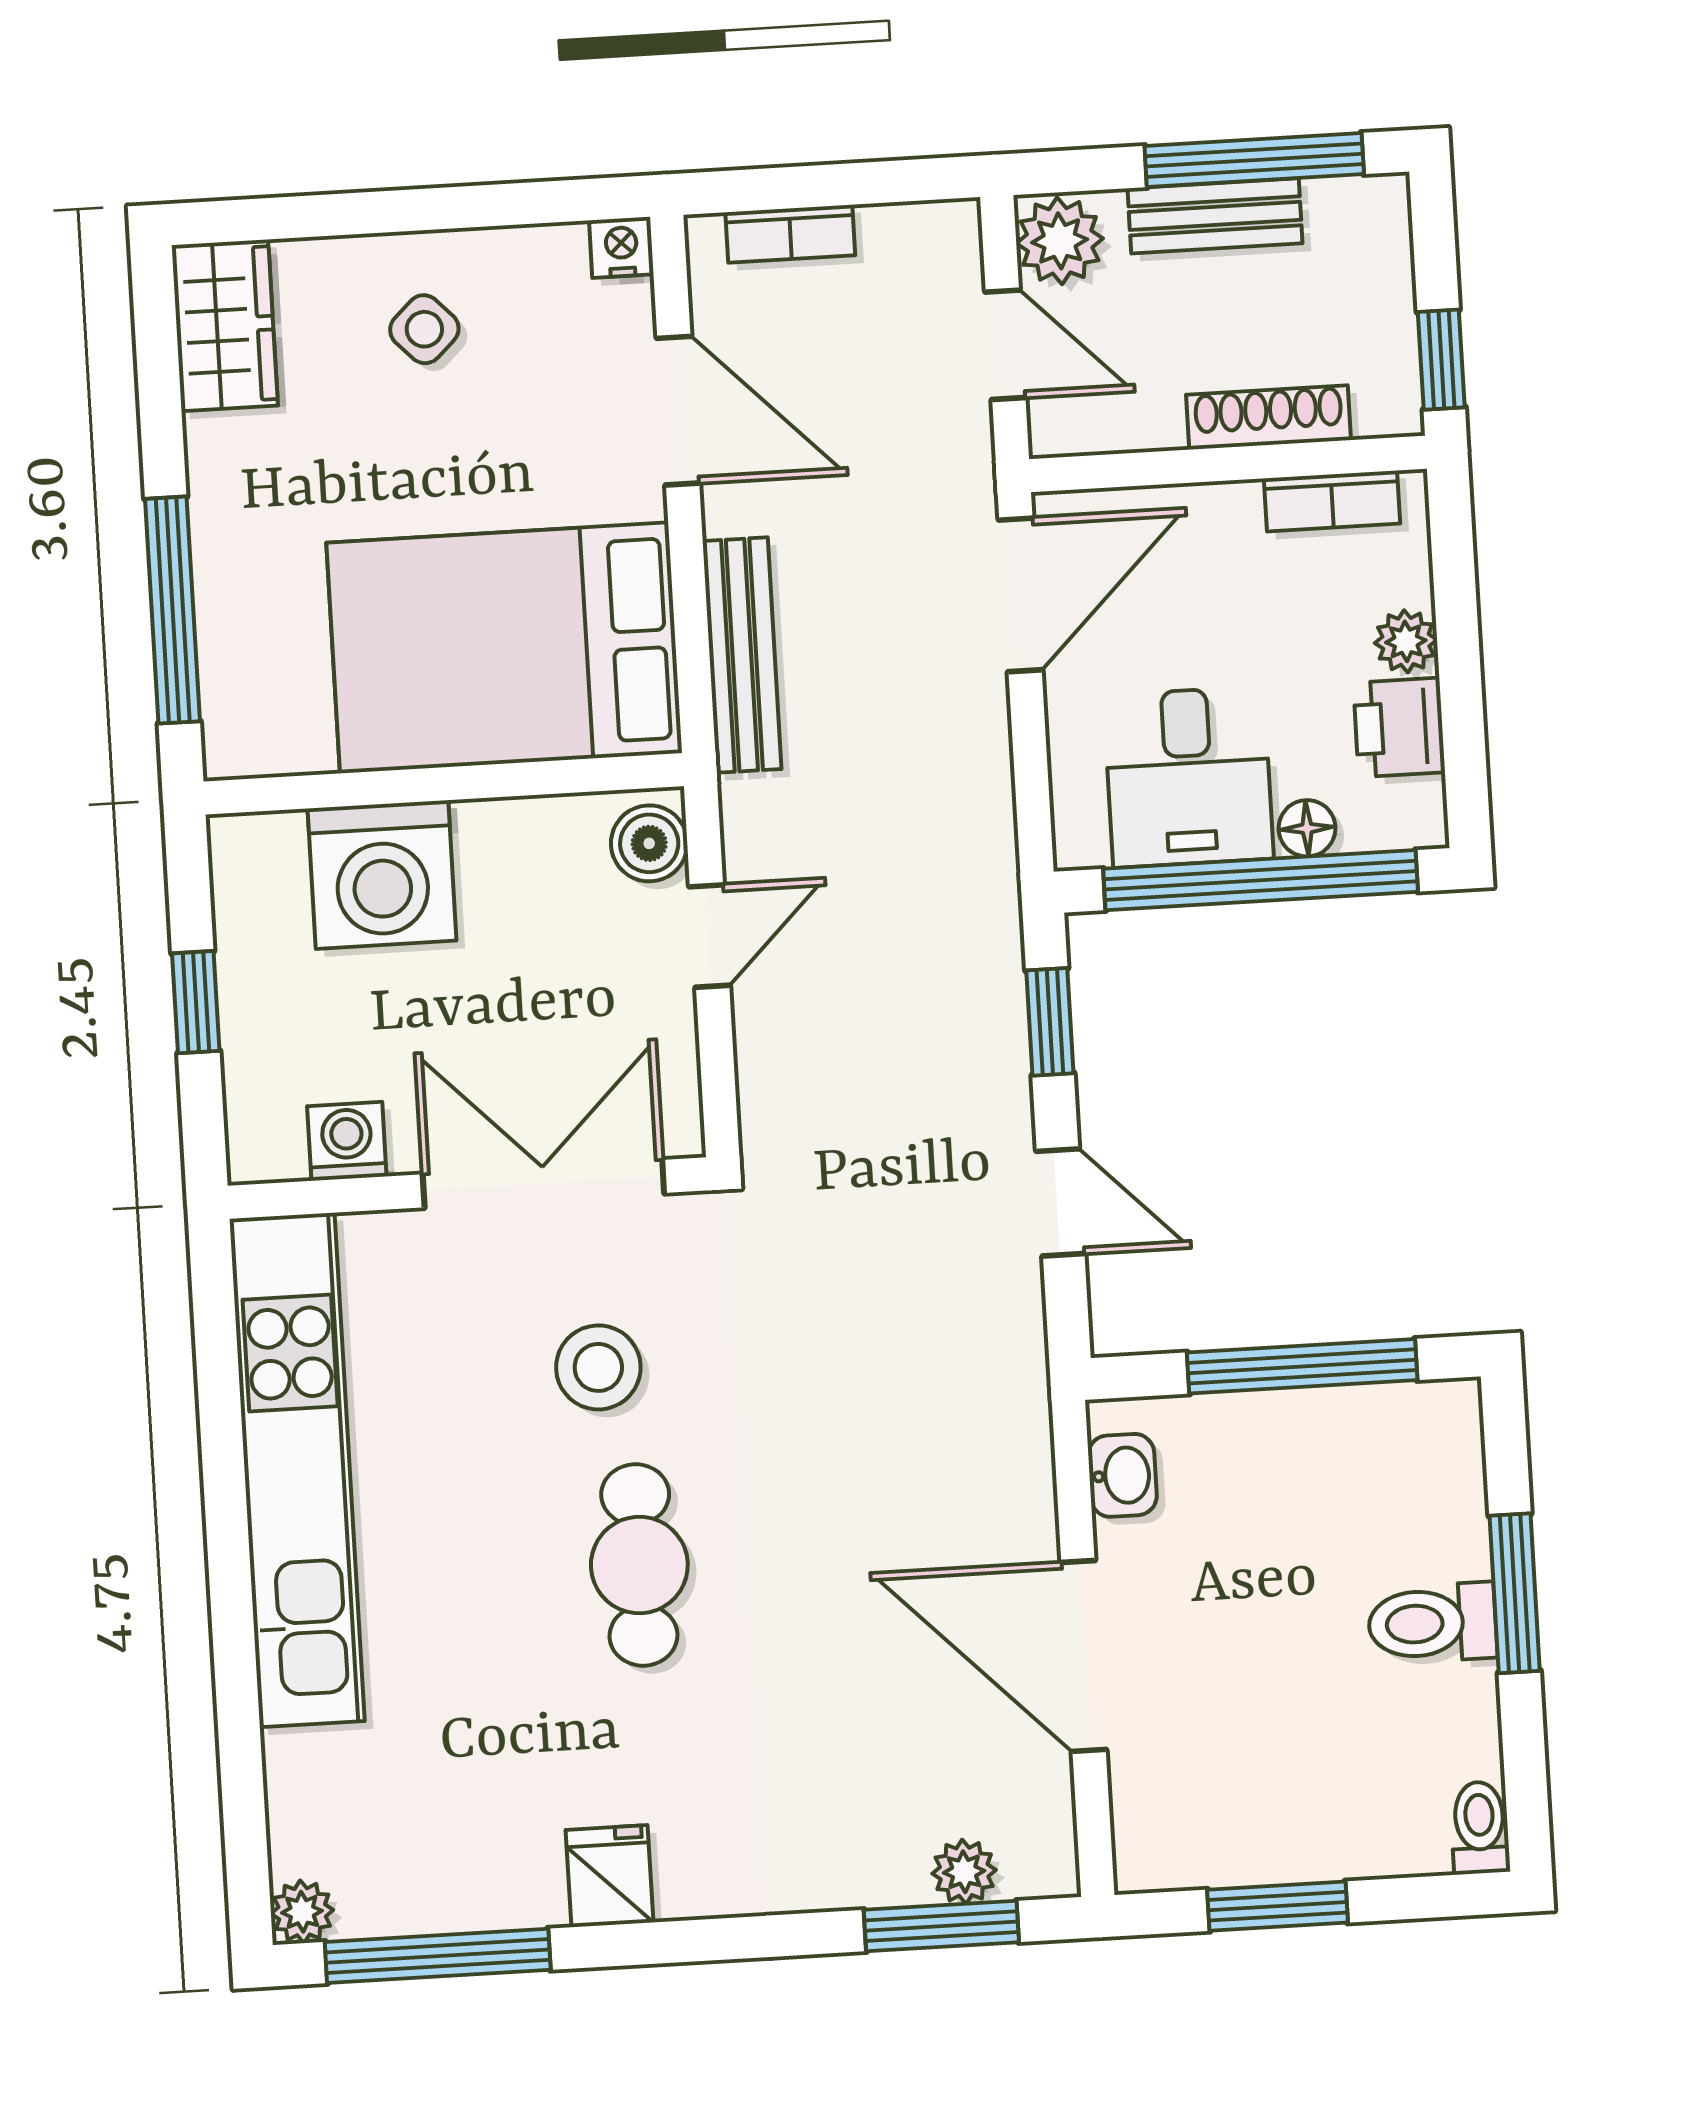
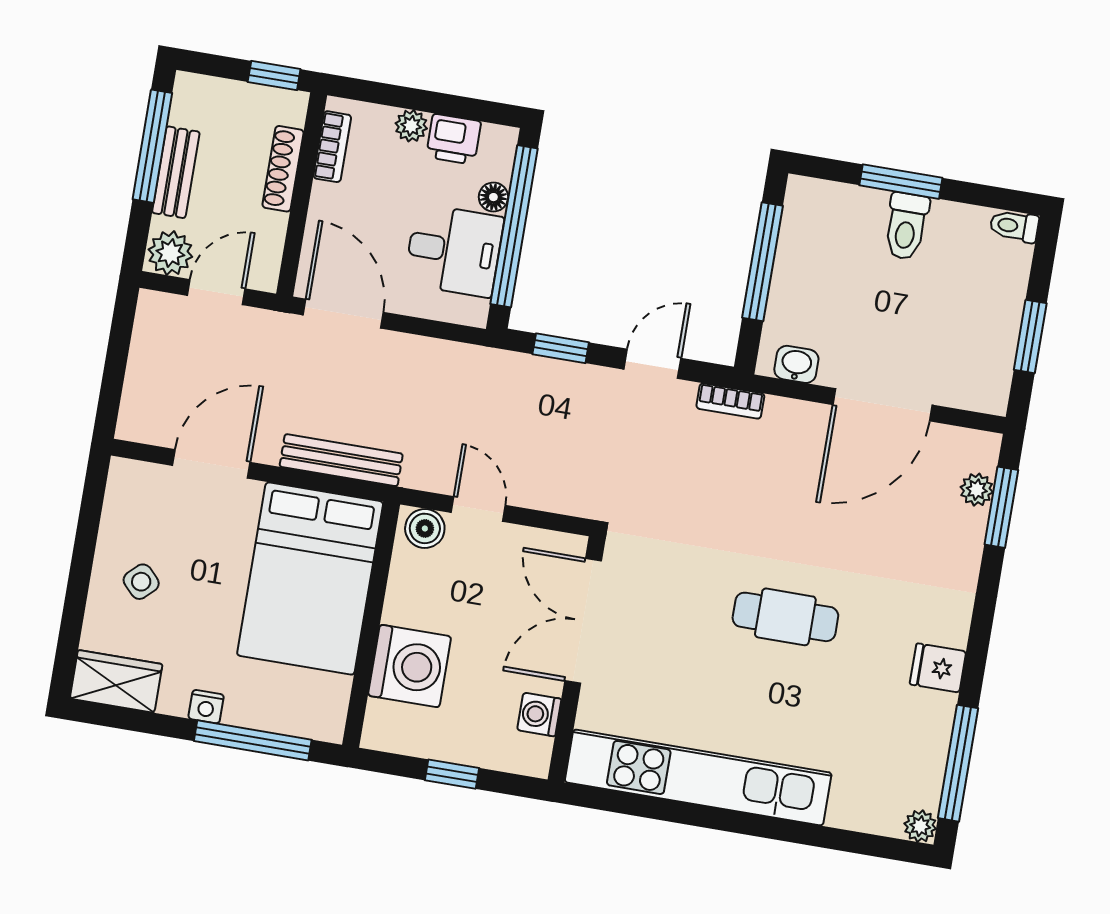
bookcase: (790, 234) -> (730, 401), moved, turned 90
nightstand: (621, 247) -> (206, 707), moved, turned -90
stool: (598, 1367) -> (682, 615), removed

